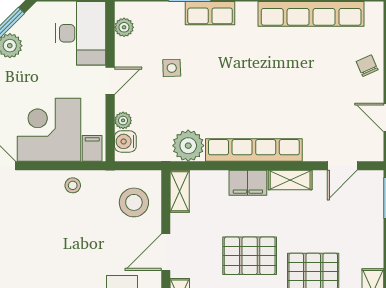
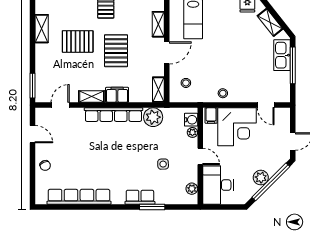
door: (110, 81) -> (200, 156), swing flipped
stool: (134, 202) -> (186, 83), width x0.53, depth x0.53
pallet: (250, 256) -> (116, 51), turned 90

